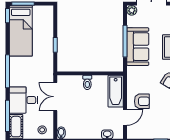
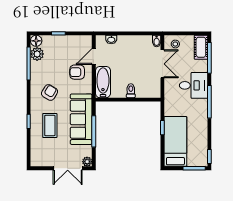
bed: (21, 31) -> (175, 141), moved
sofa: (138, 47) -> (81, 119), width x1.36
double door: (55, 97) -> (162, 64), moved
desk: (24, 100) -> (193, 85), moved

